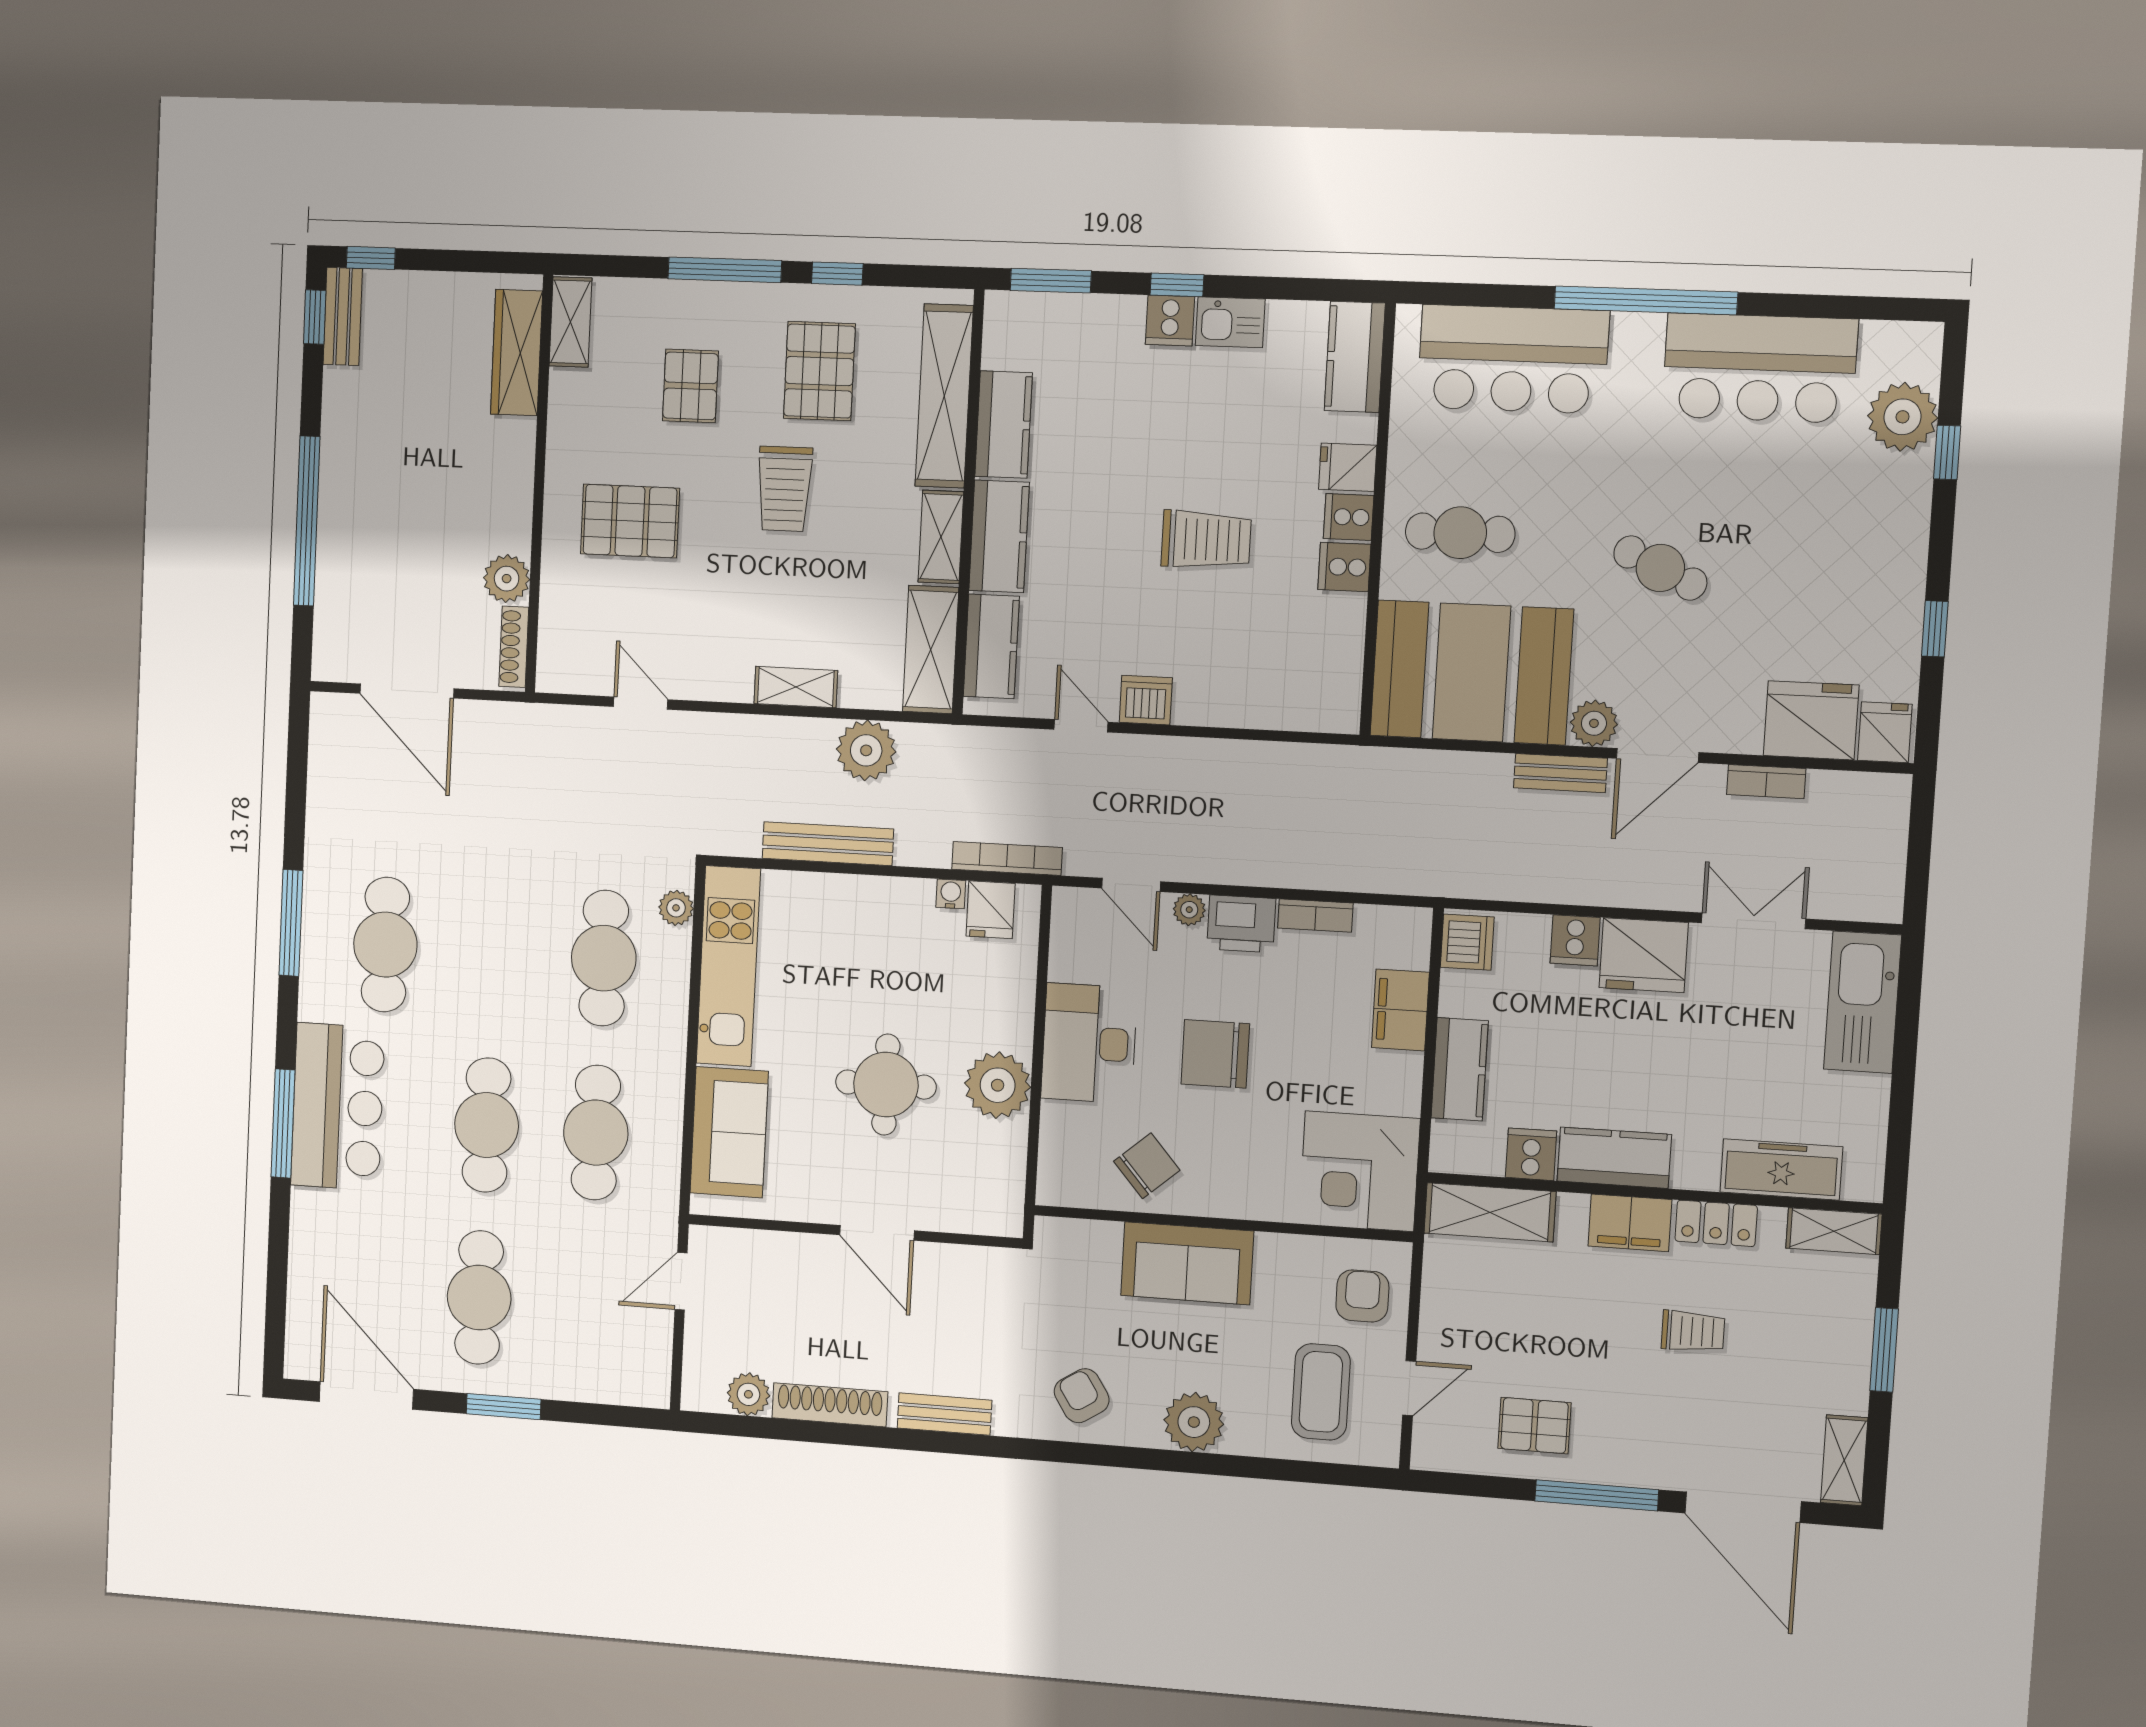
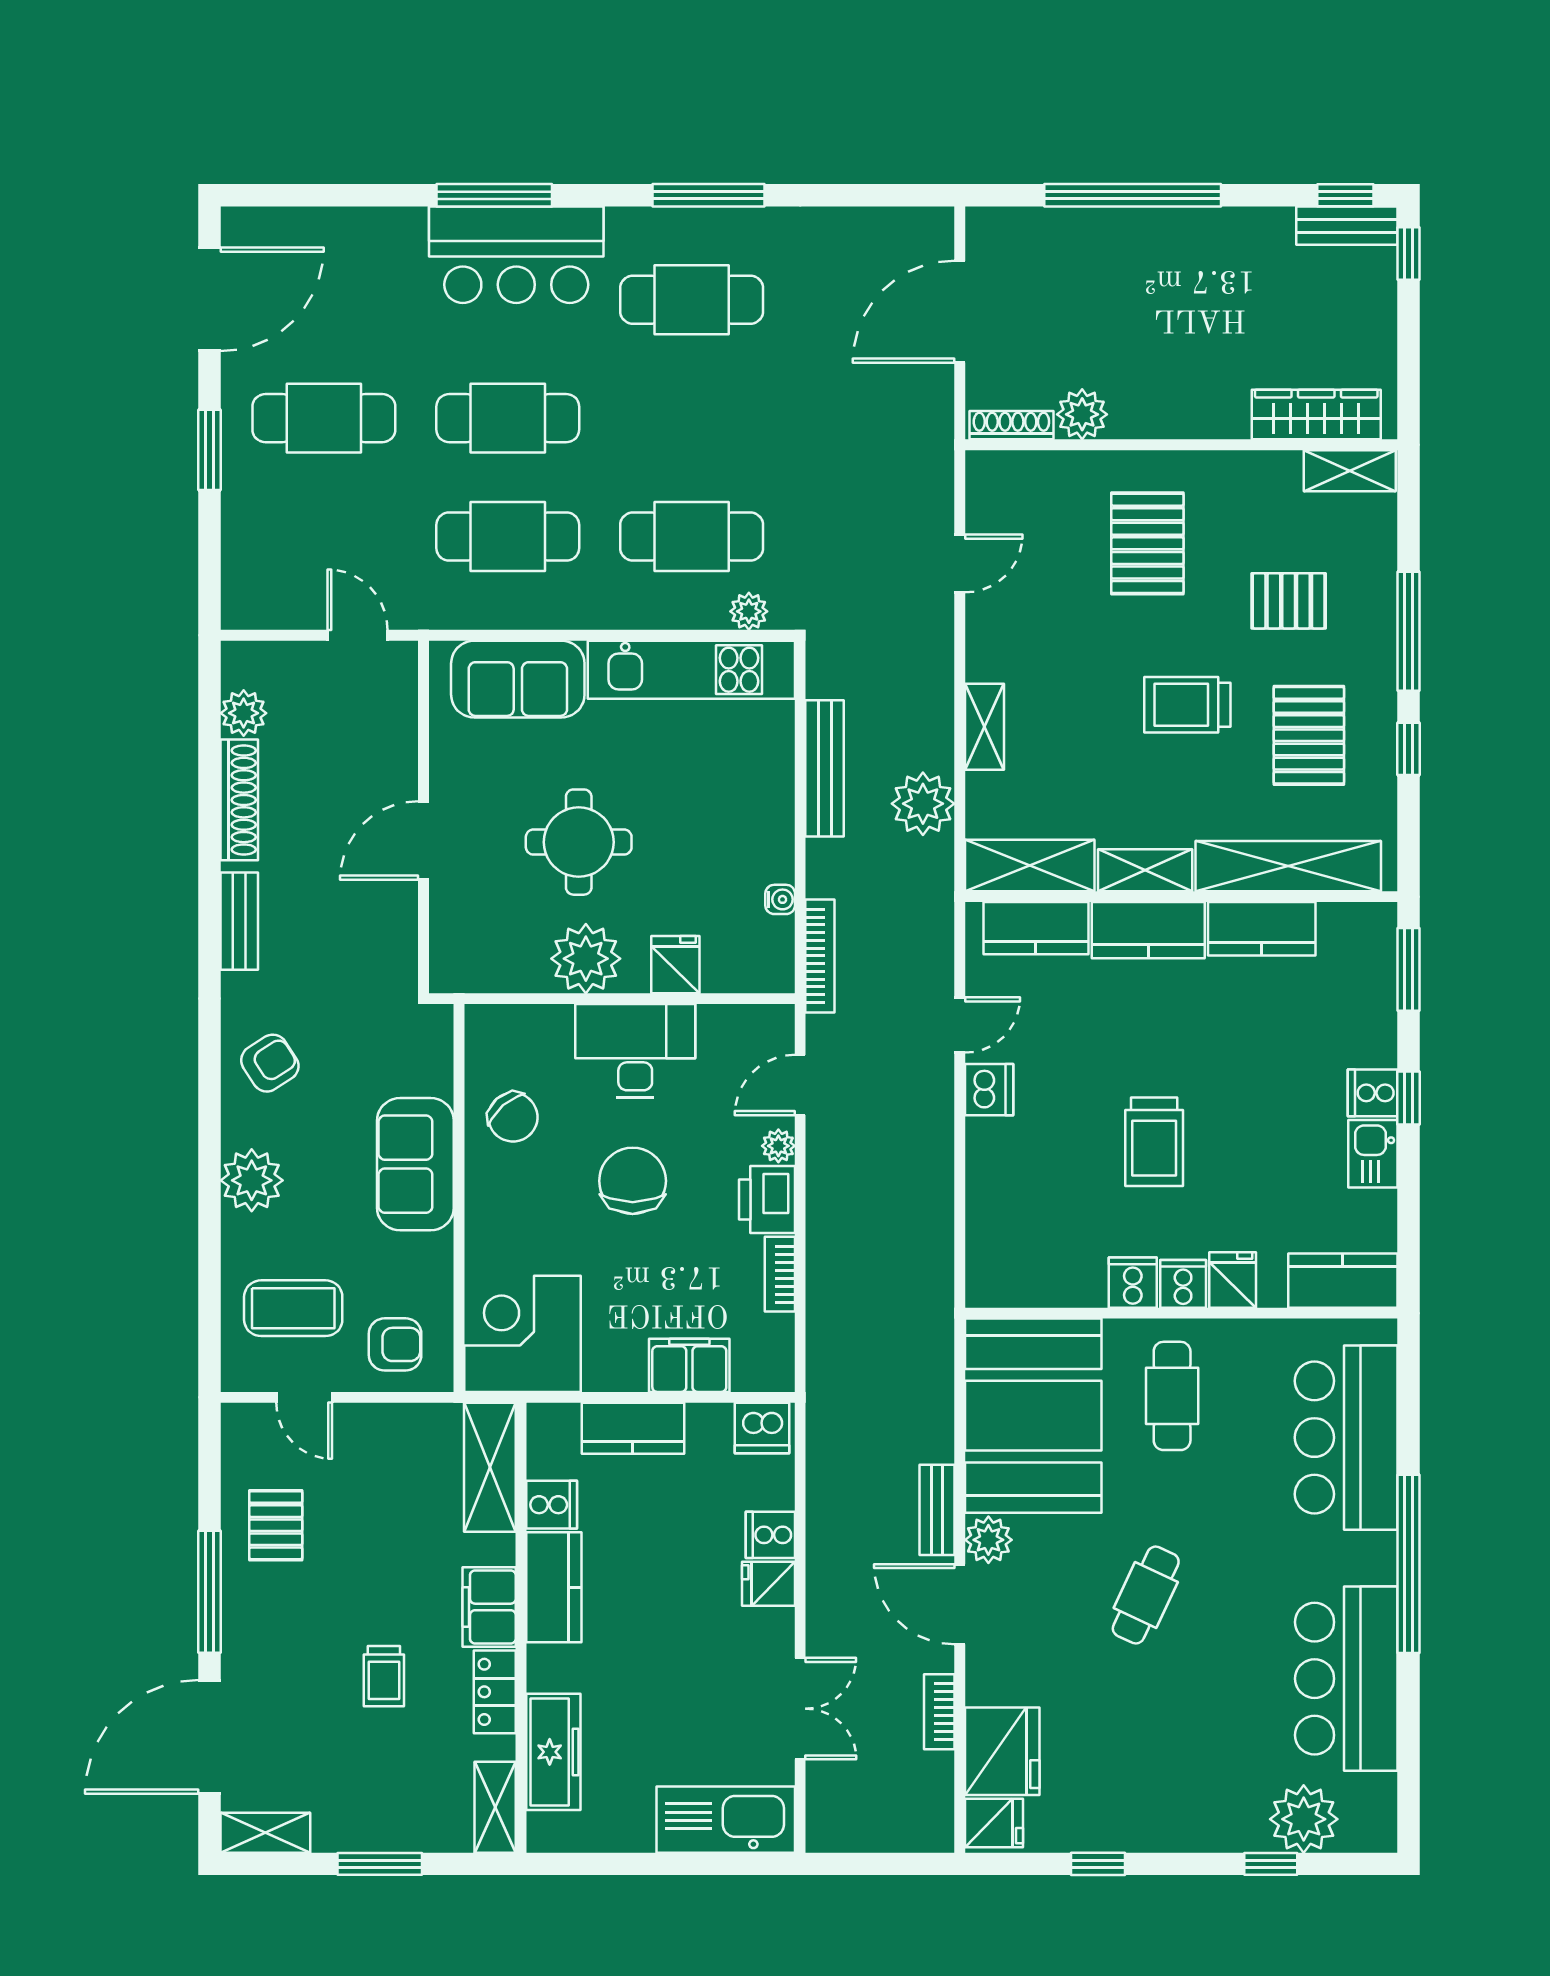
pallet: (819, 371) -> (1309, 735), turned 90
fridge: (991, 910) -> (675, 965), moved, turned 90
fridge: (1644, 955) -> (768, 1584), width x0.53, depth x0.75

